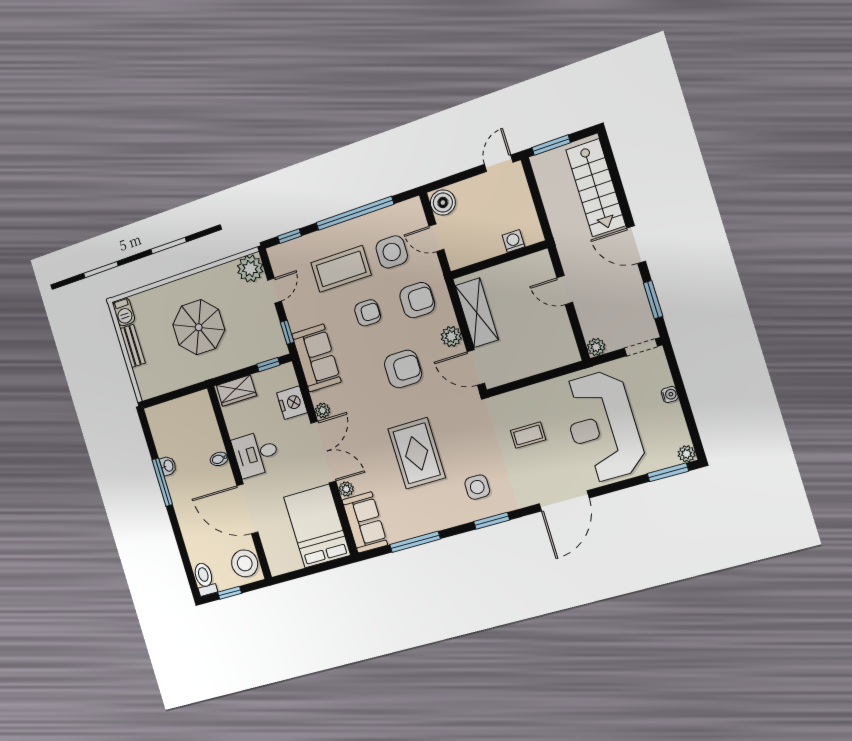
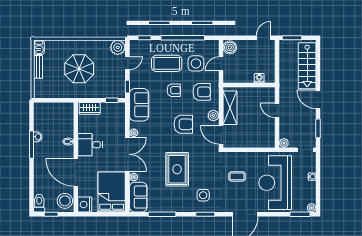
door: (436, 238) -> (221, 64), hinge flipped
nightstand: (292, 403) -> (85, 205), moved, turned 180

